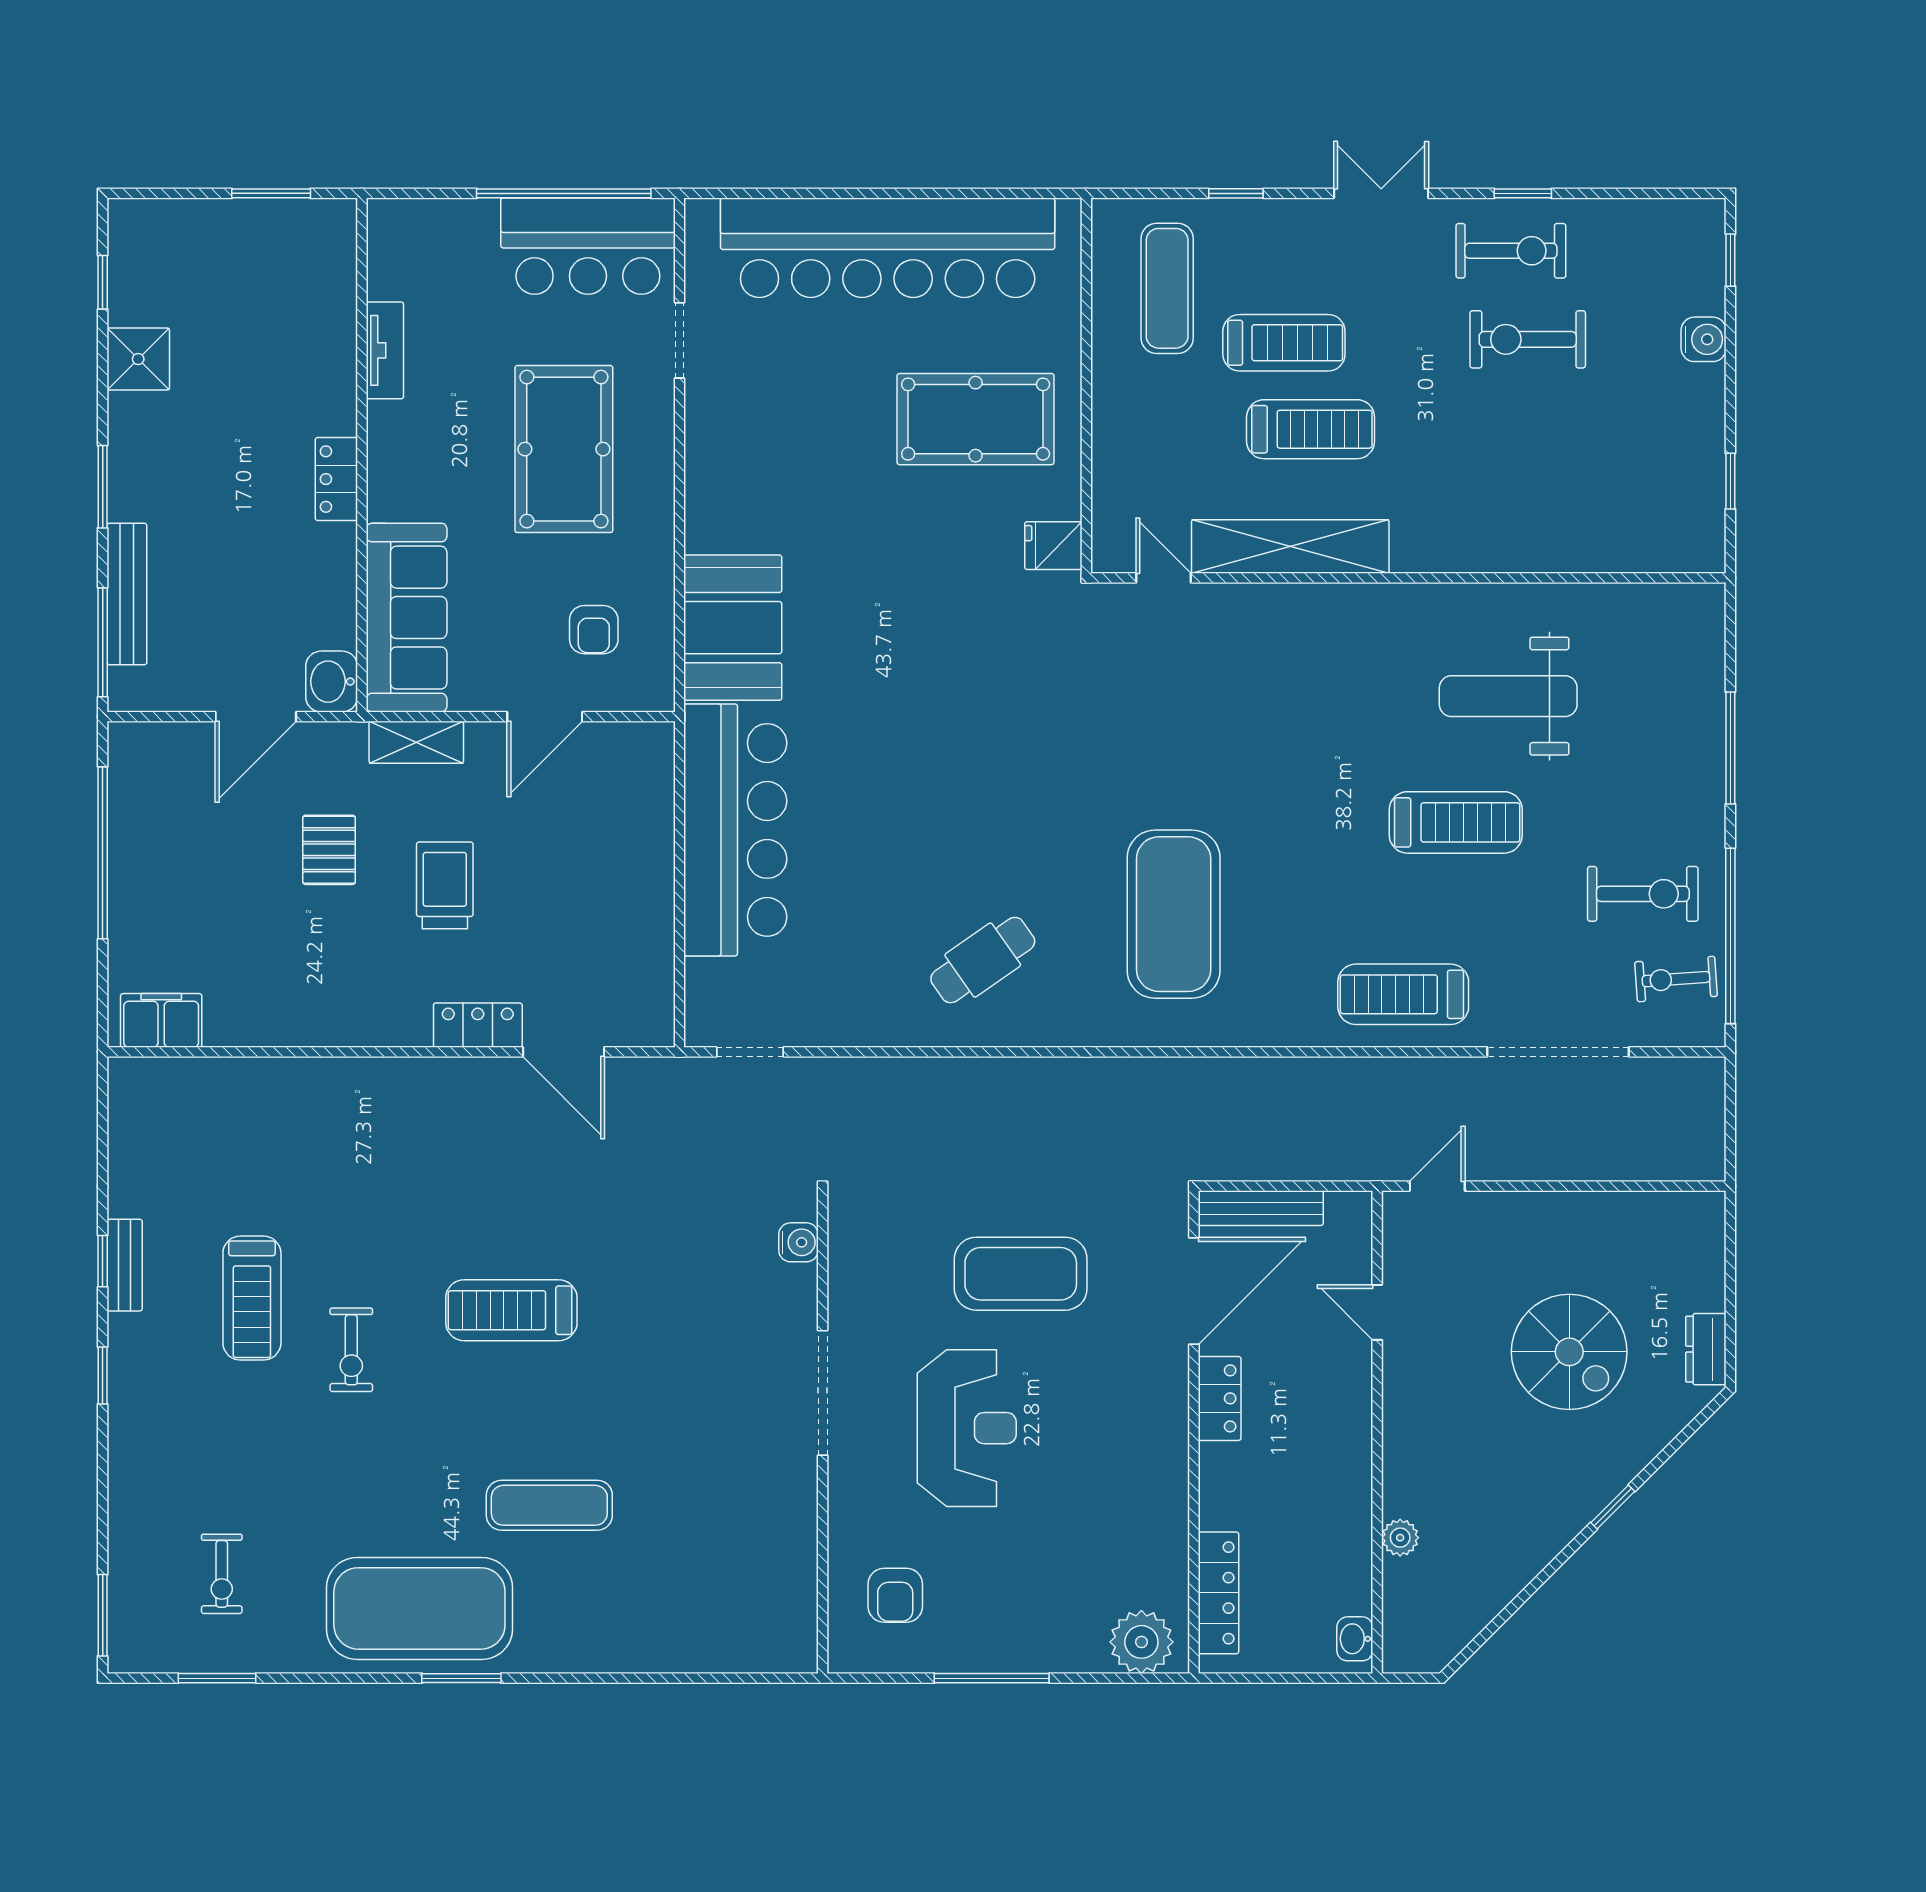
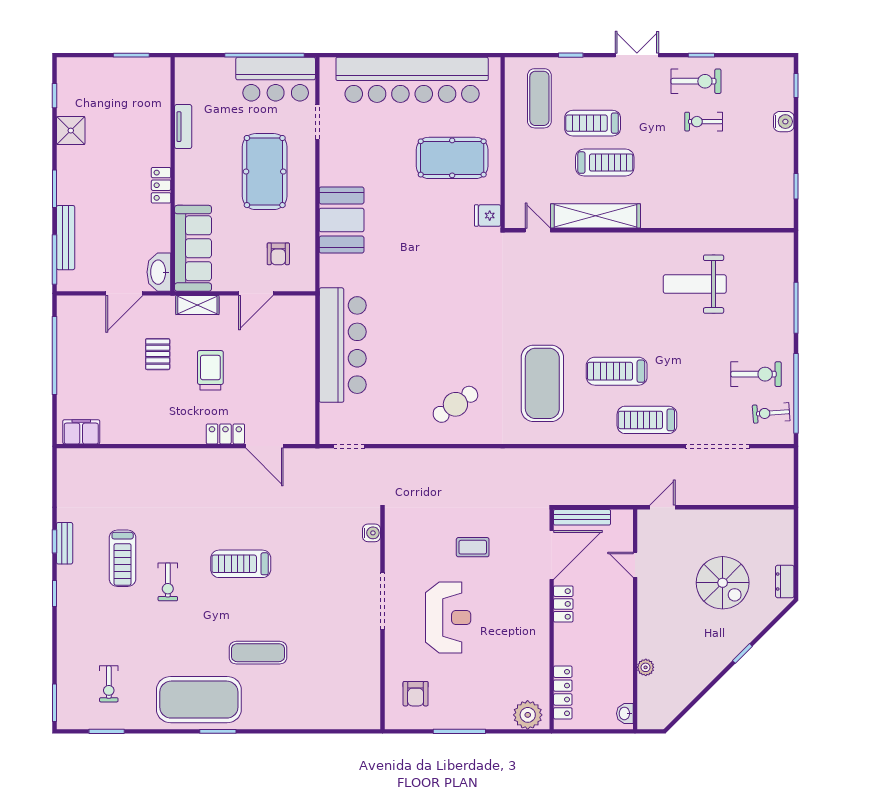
exercise bike: (1528, 339) -> (704, 122), width x0.73, depth x0.72
treadmill: (1284, 343) -> (593, 123), turned 180
booth: (733, 628) -> (342, 220), moved
washbasin: (332, 682) -> (159, 272), width x1.38
treadmill: (1456, 822) -> (617, 371), moved, turned 180
coffee table: (1021, 1274) -> (473, 547), width x0.54, depth x0.58

